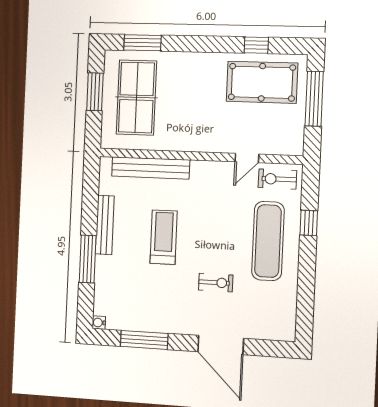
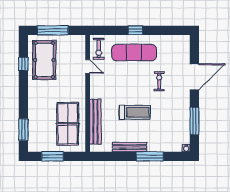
table tennis table: (136, 98) -> (68, 124), moved, turned 90
window: (309, 223) -> (135, 30), moved
treadmill: (164, 237) -> (135, 112), turned 180

